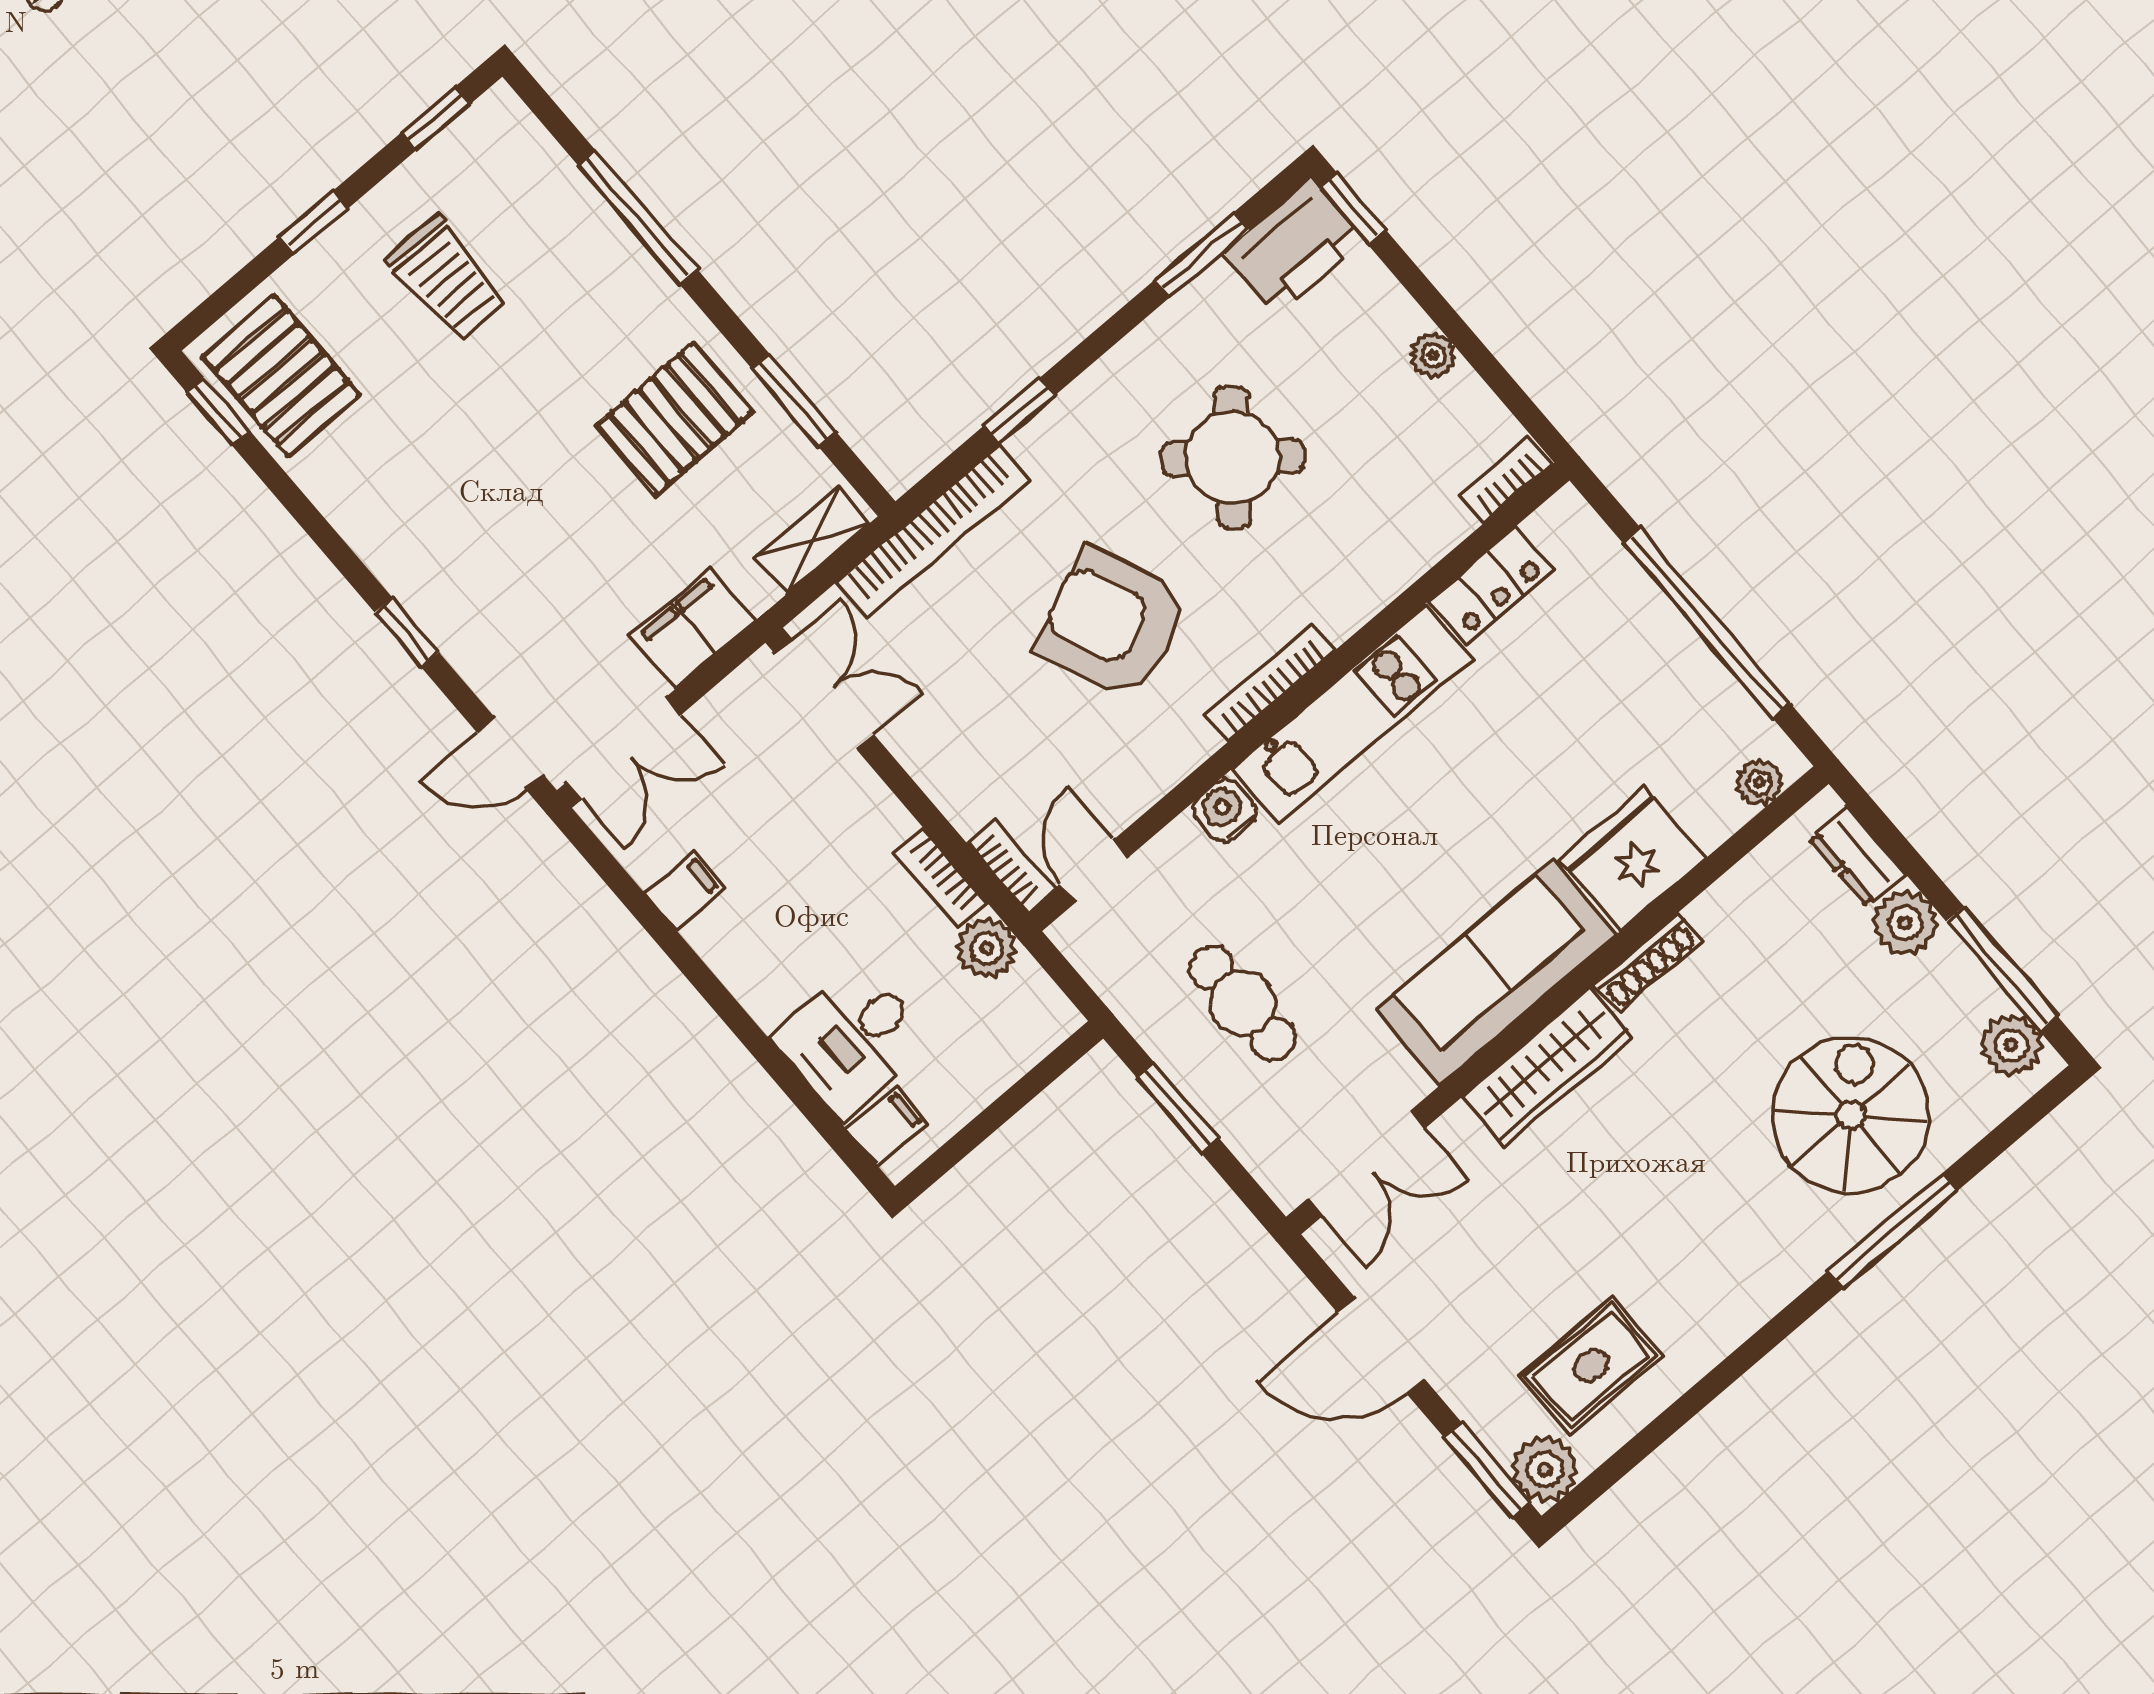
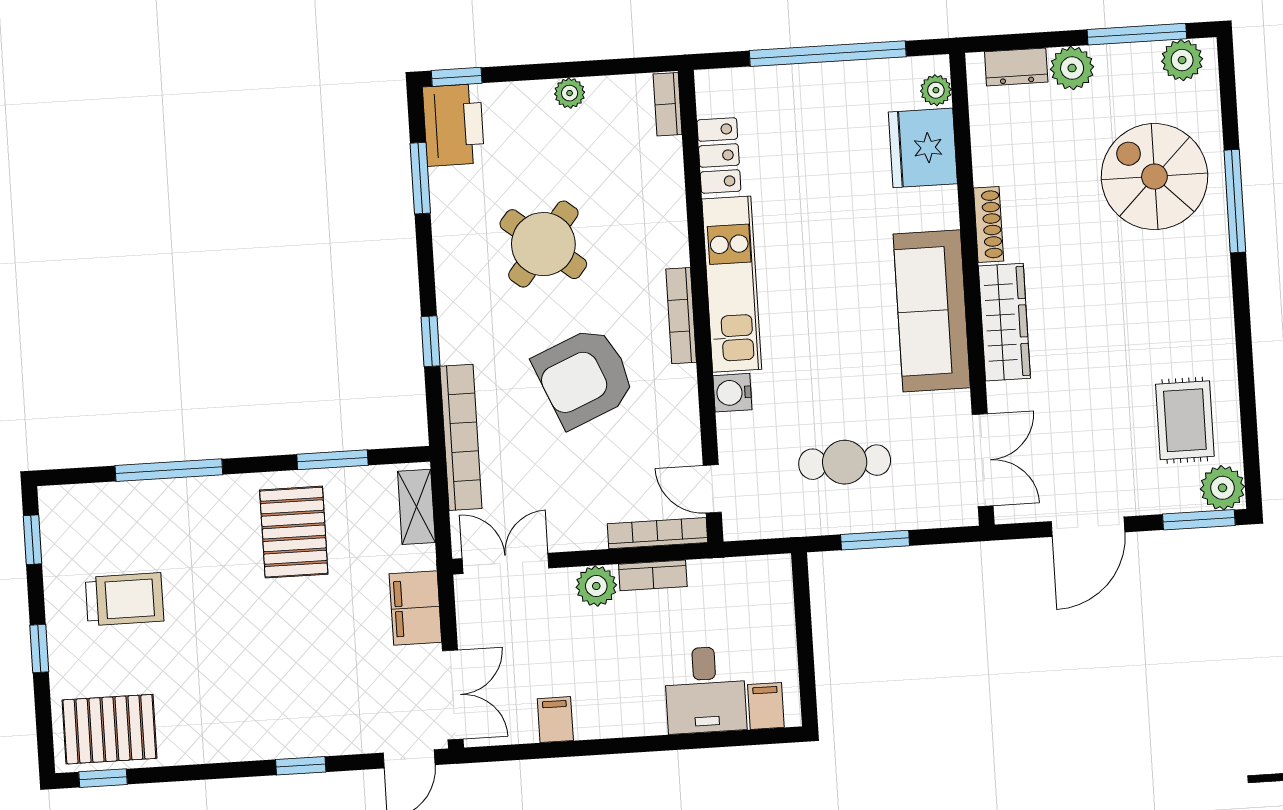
fridge: (1632, 859) -> (923, 148), moved
bookcase: (1011, 866) -> (657, 533), width x1.56
plant: (987, 948) -> (596, 586), moved

